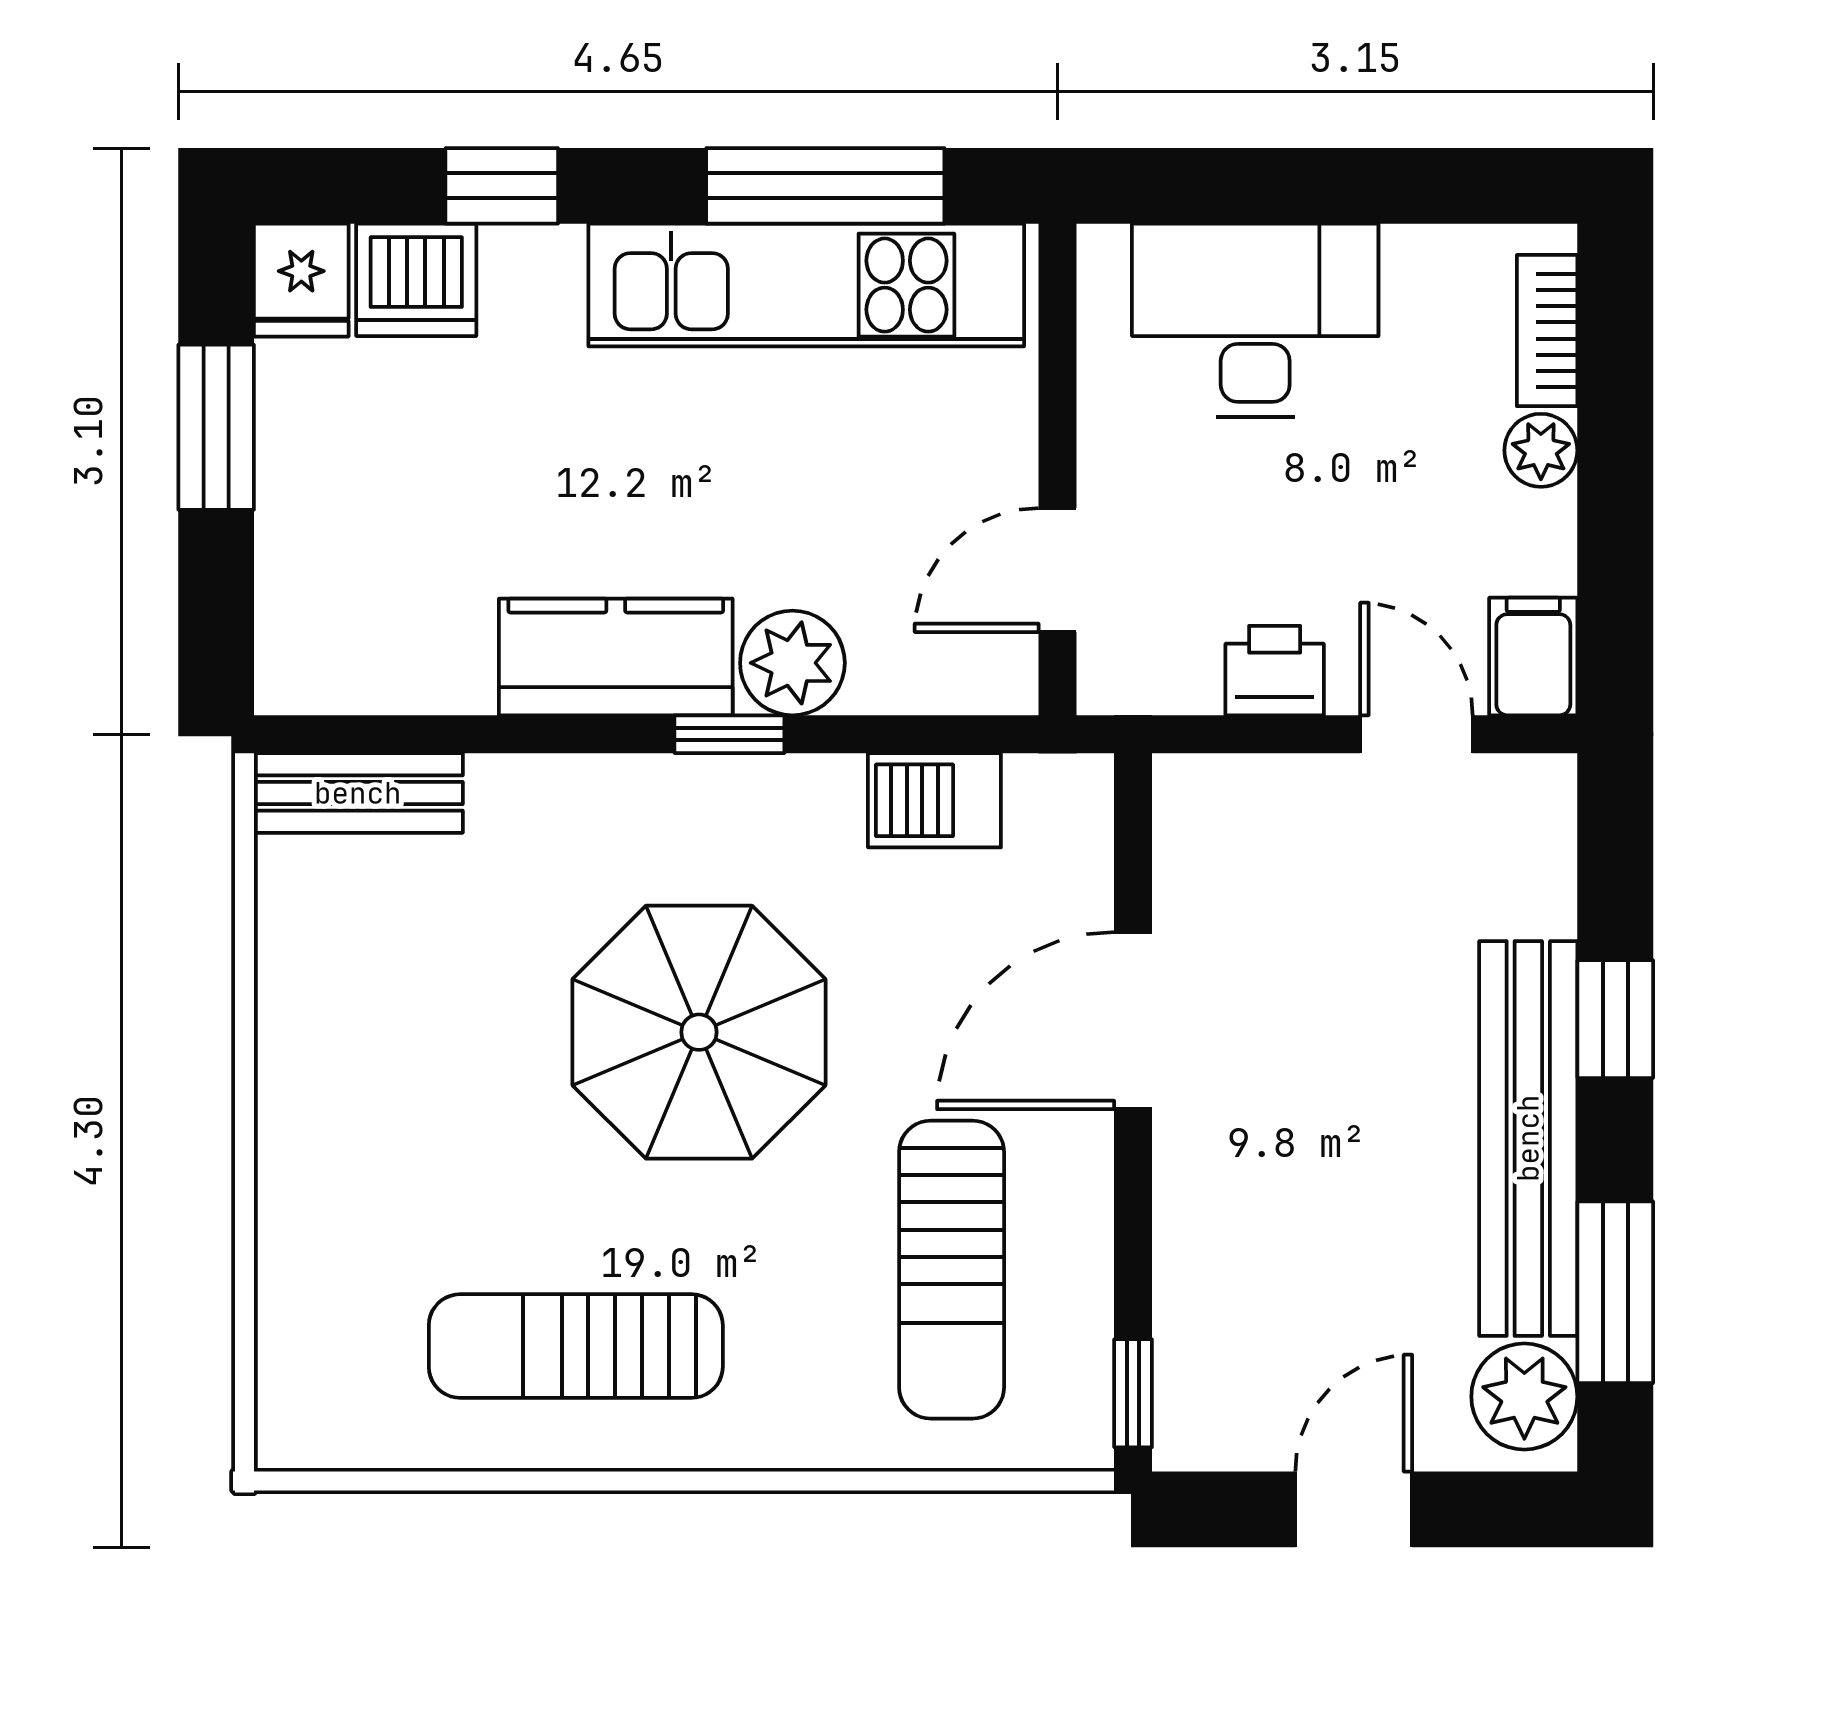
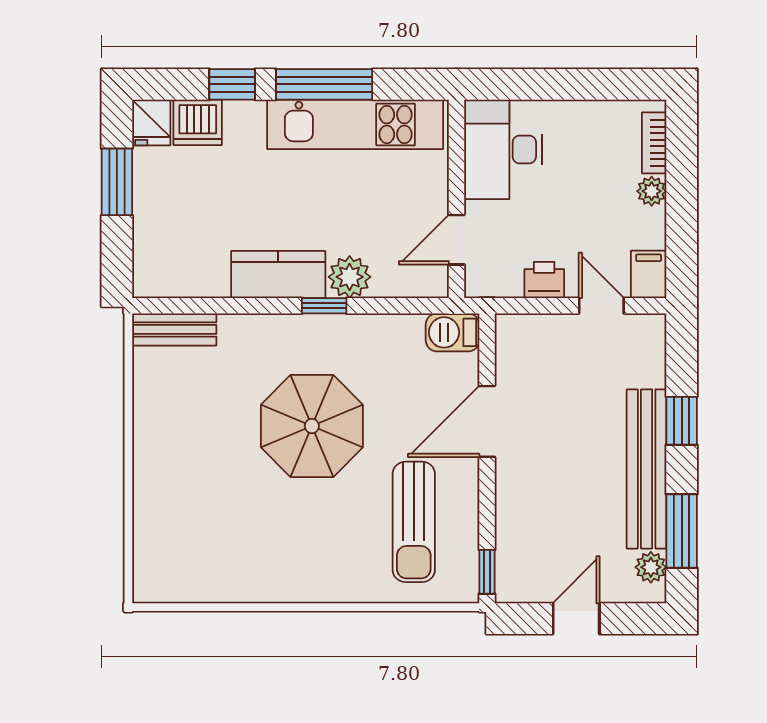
window: (825, 186) -> (324, 84), moved
desk: (1255, 321) -> (503, 149), moved, turned -90
barbecue: (934, 800) -> (453, 332), moved
sun lounger: (576, 1346) -> (262, 553), removed
plant: (1524, 1397) -> (651, 567), width x0.73, depth x0.73

